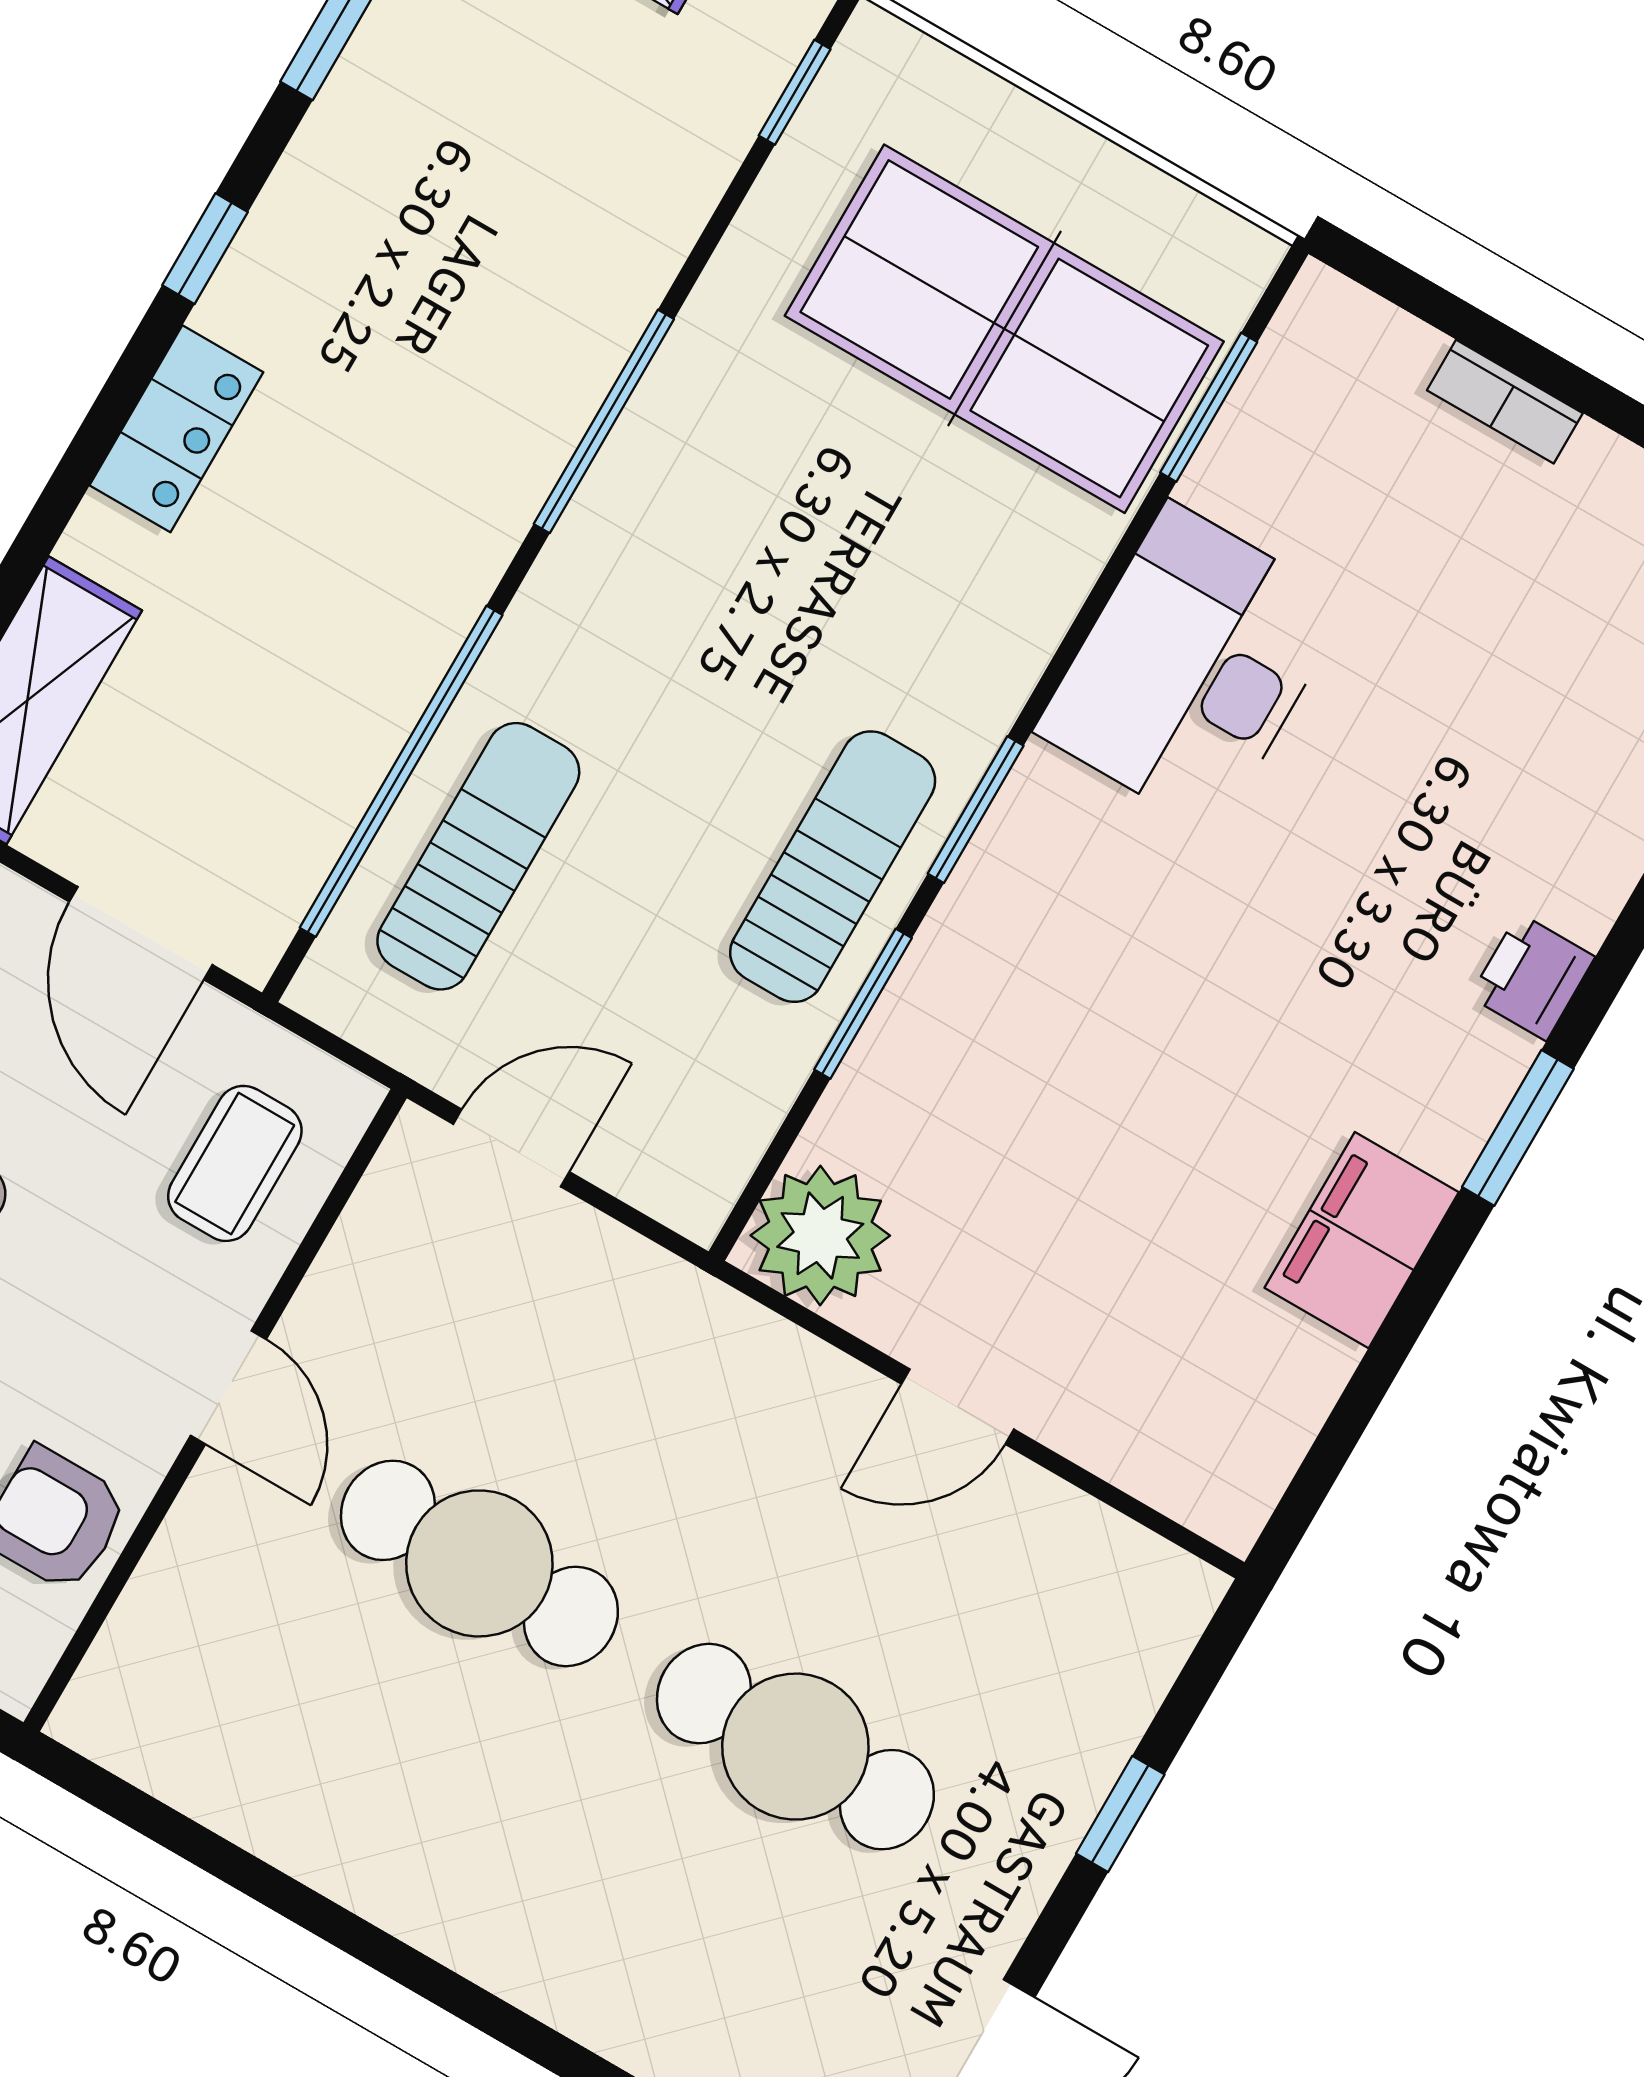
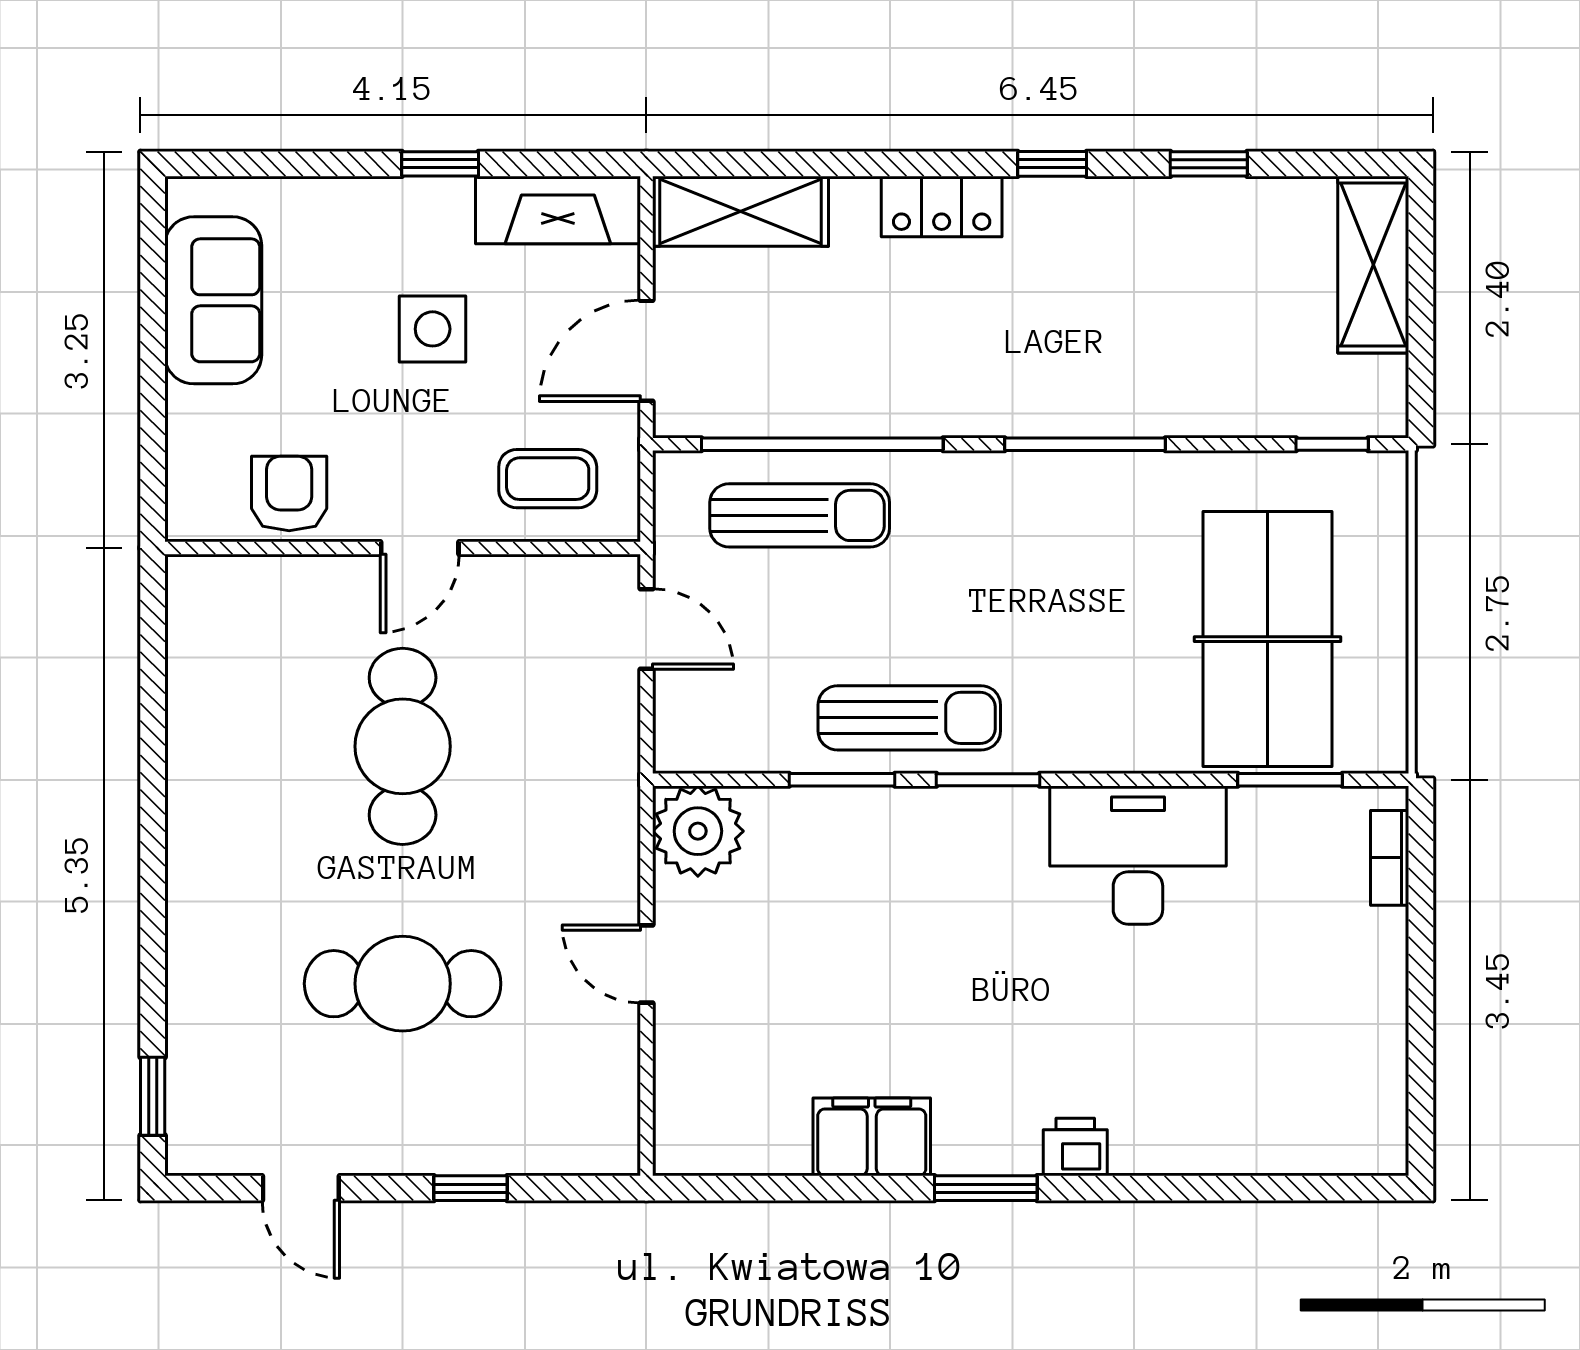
bookcase: (1505, 402) -> (1390, 858), moved
cafe table: (795, 1747) -> (403, 984), turned 90

